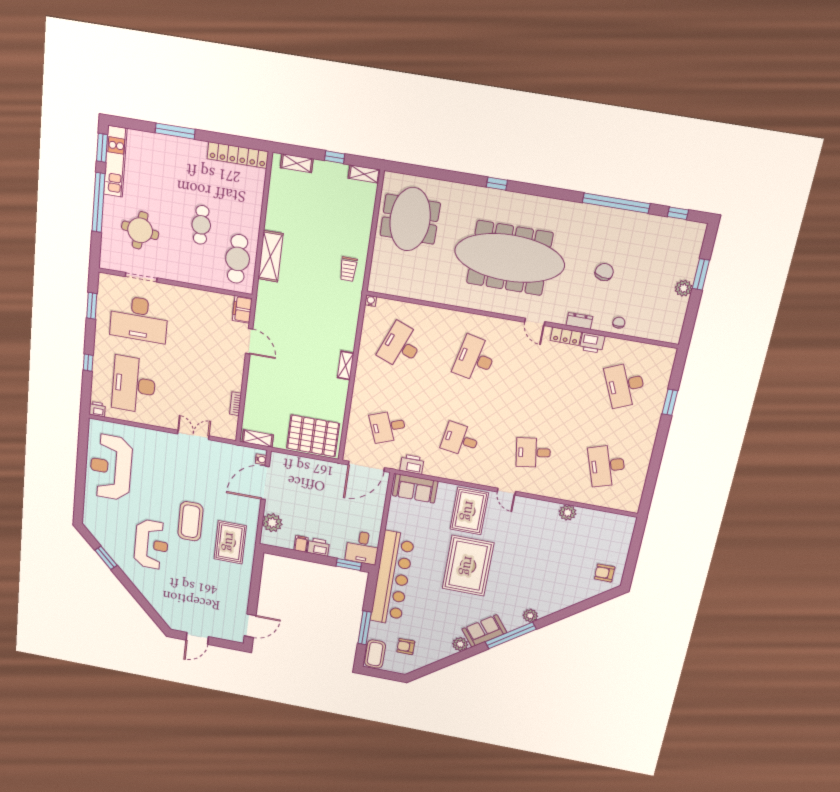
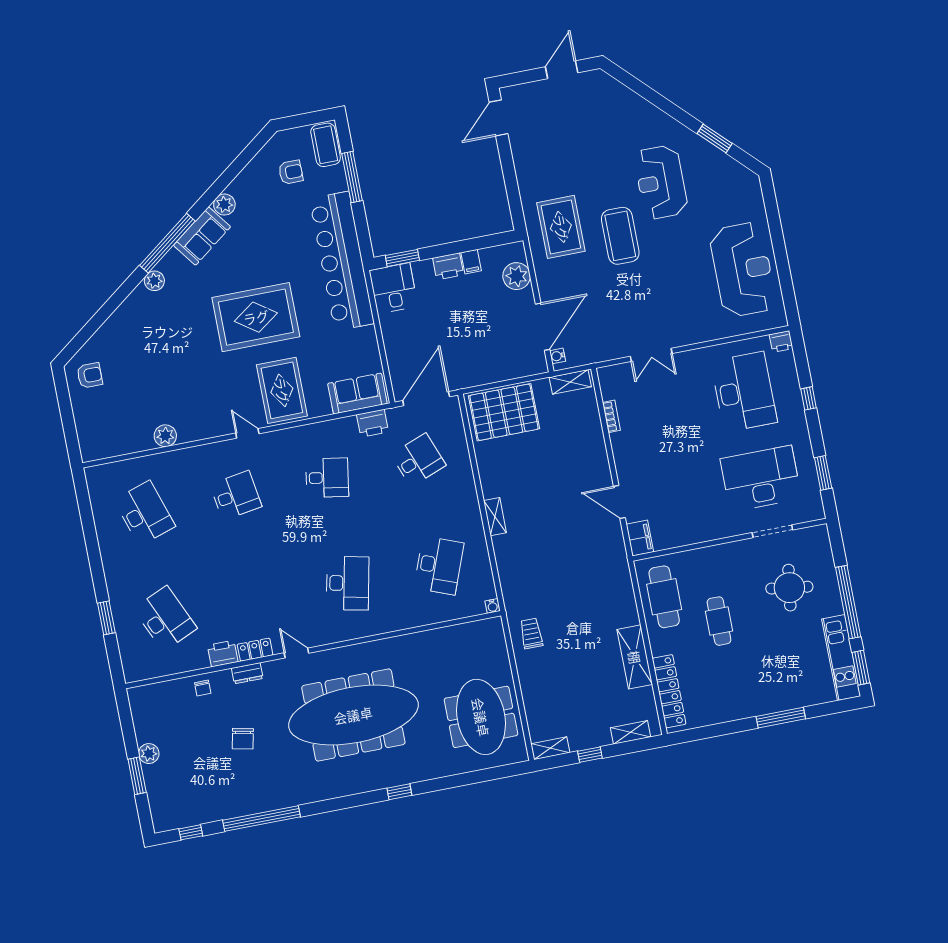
locker: (238, 155) -> (669, 691), moved, turned 90
shelving: (270, 256) -> (635, 657), moved
rug: (468, 566) -> (256, 317), turned 90

